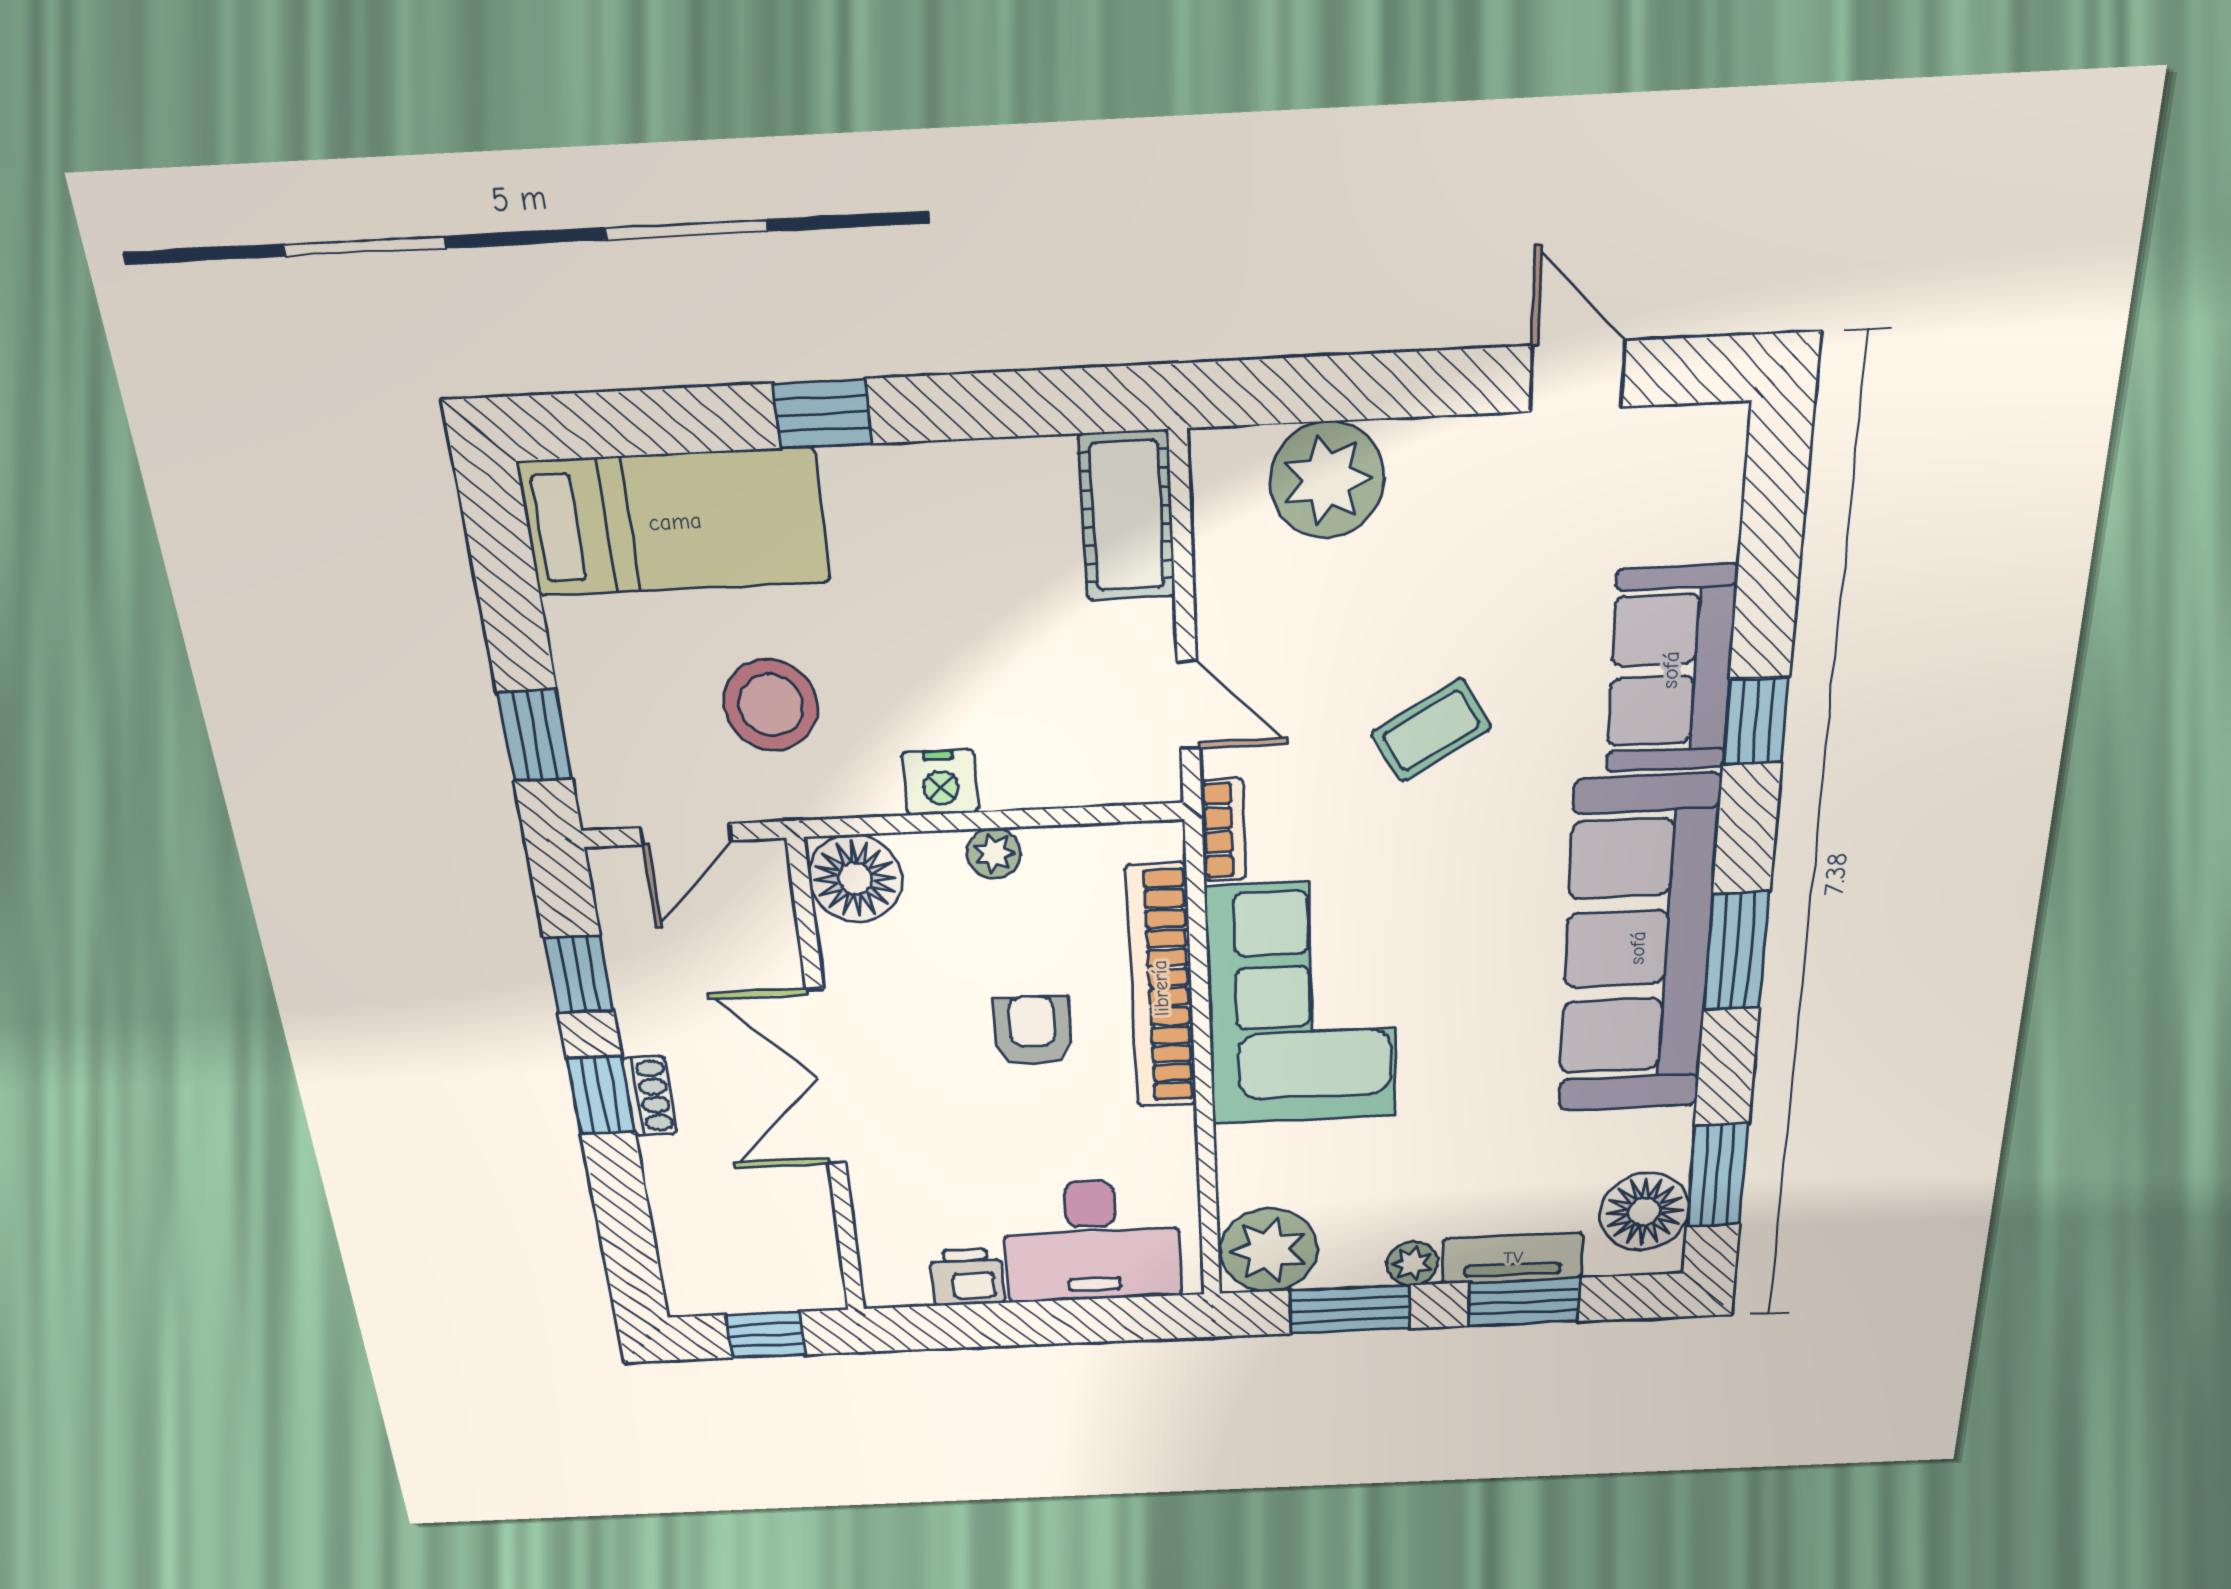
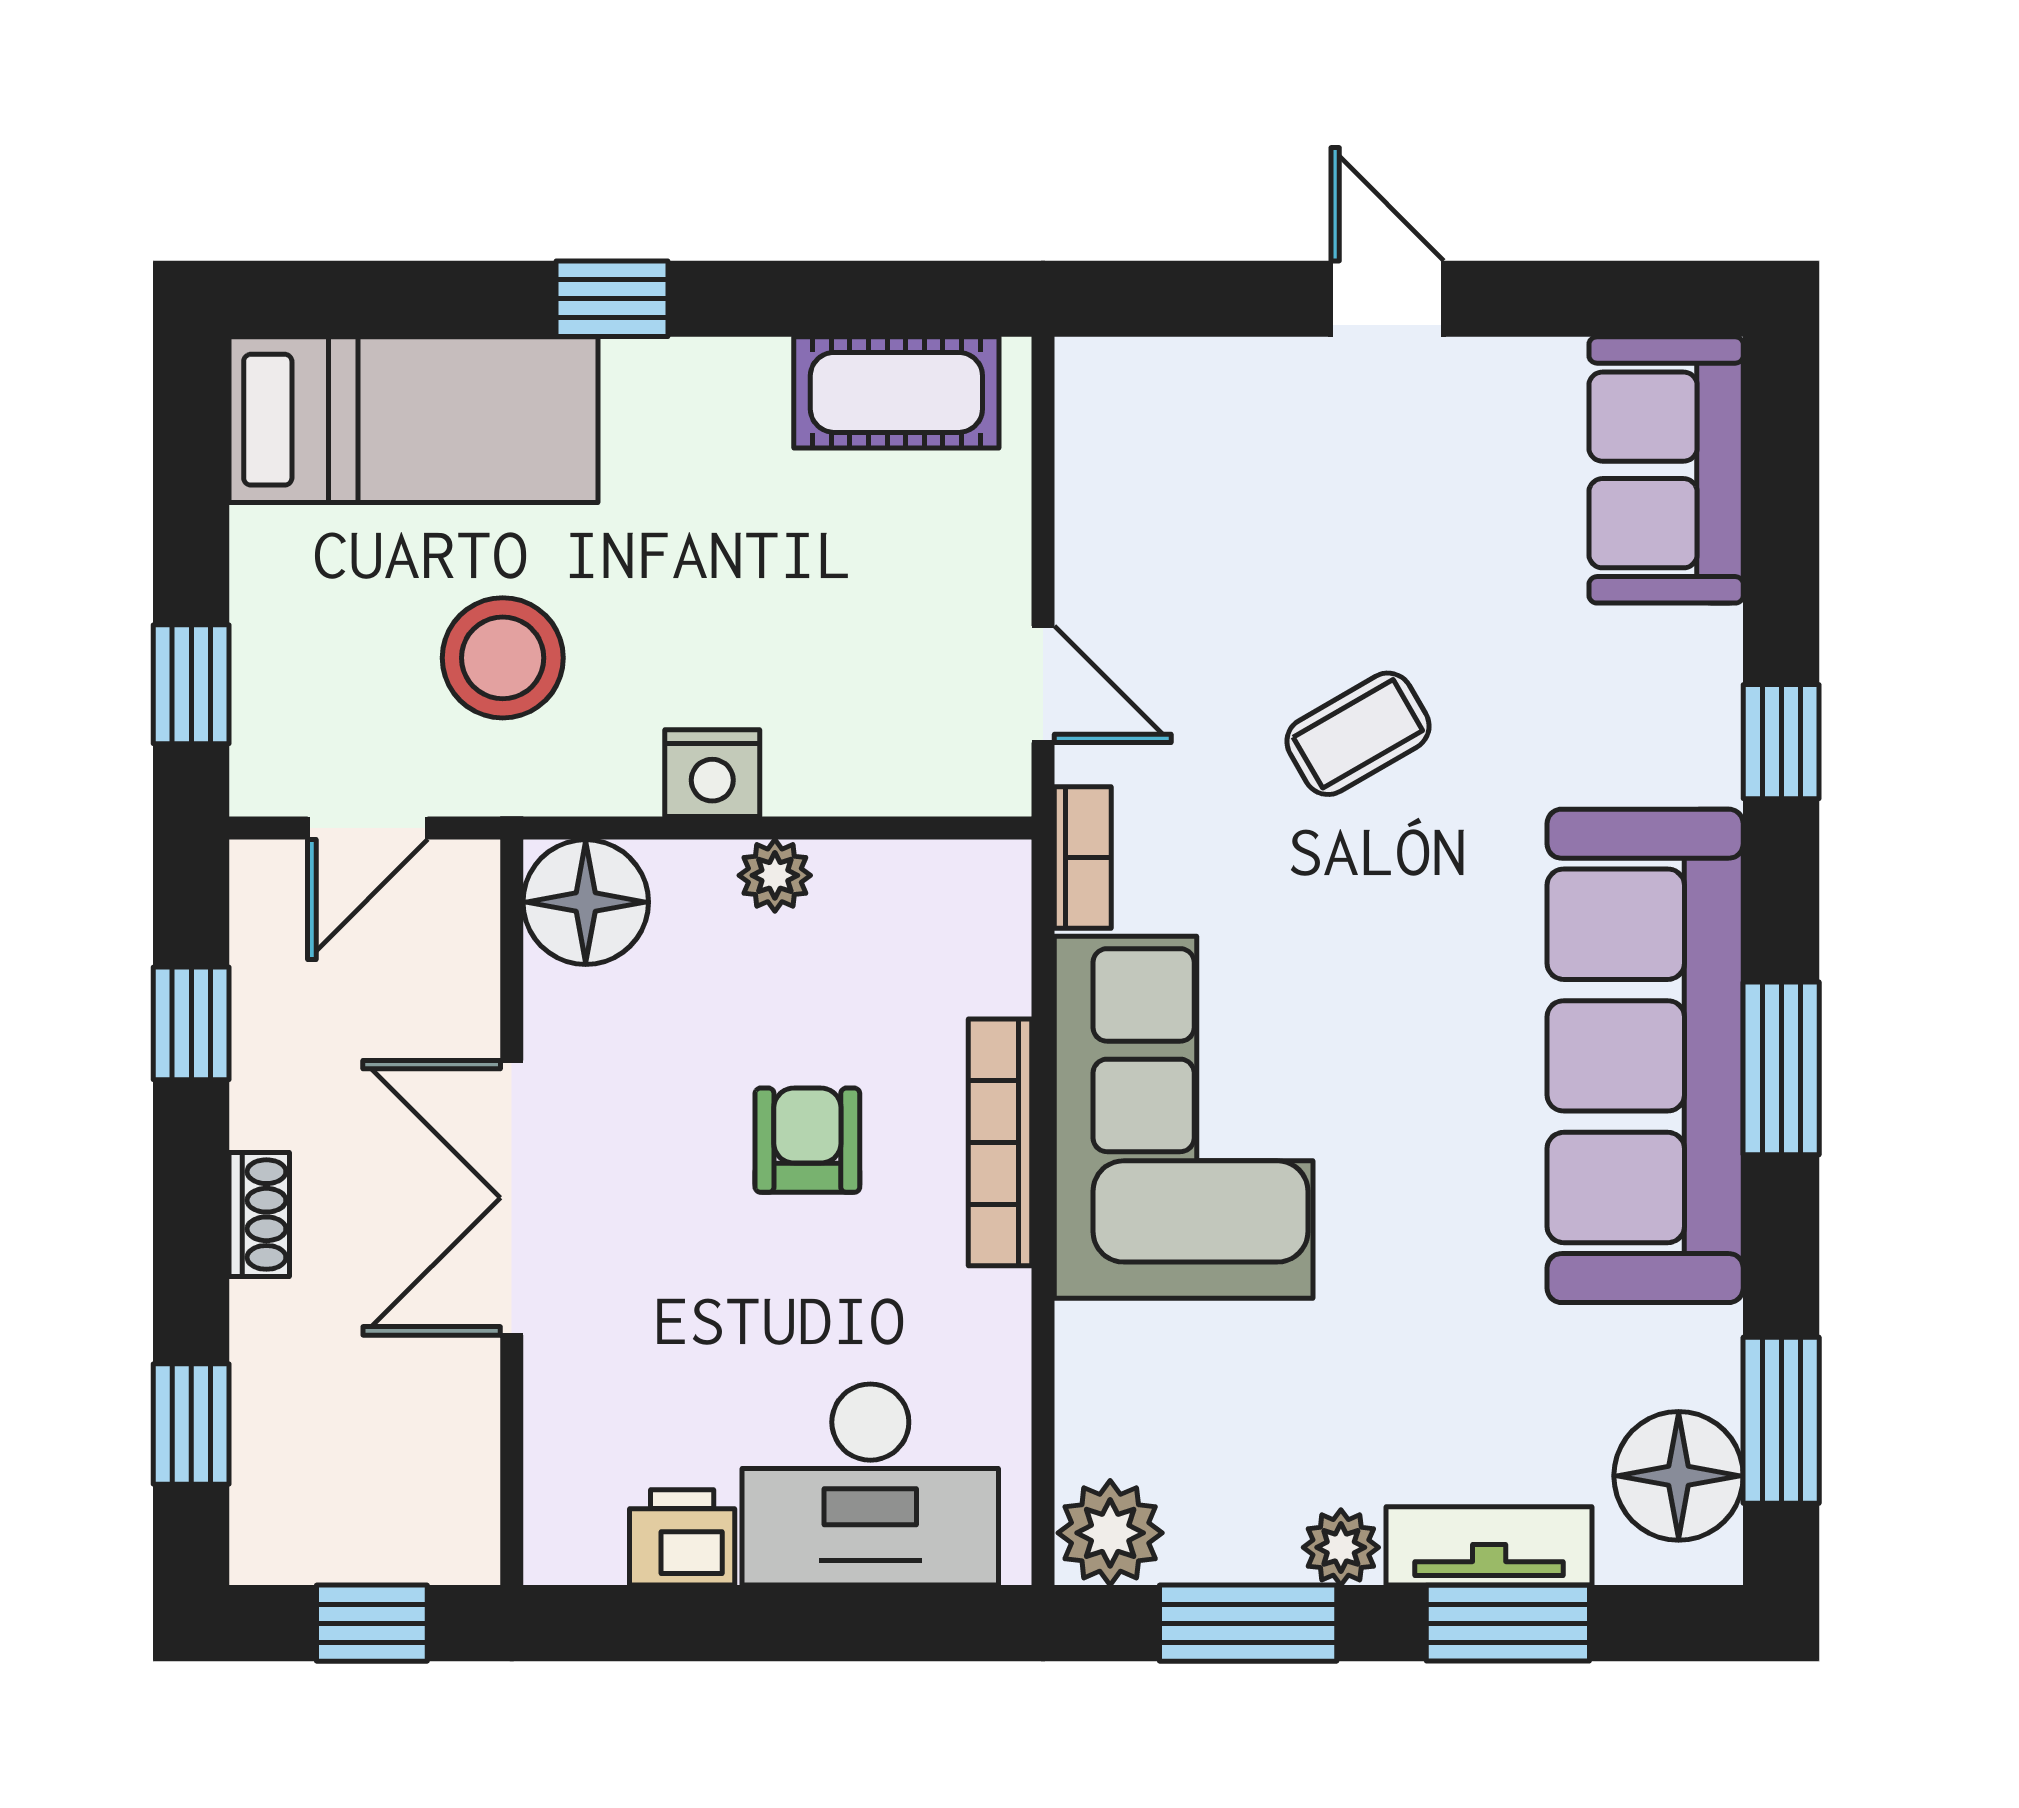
door: (1577, 376) -> (1387, 299), moved
plant: (1327, 480) -> (1225, 407), removed
cot: (1127, 516) -> (896, 392), moved, turned 90
sofa: (1671, 670) -> (1666, 470), moved
bookcase: (1161, 988) -> (1000, 1142), width x0.68, depth x0.76
window: (601, 1095) -> (191, 1424), moved
plant: (1269, 1250) -> (1110, 1533), width x0.73, depth x0.73

